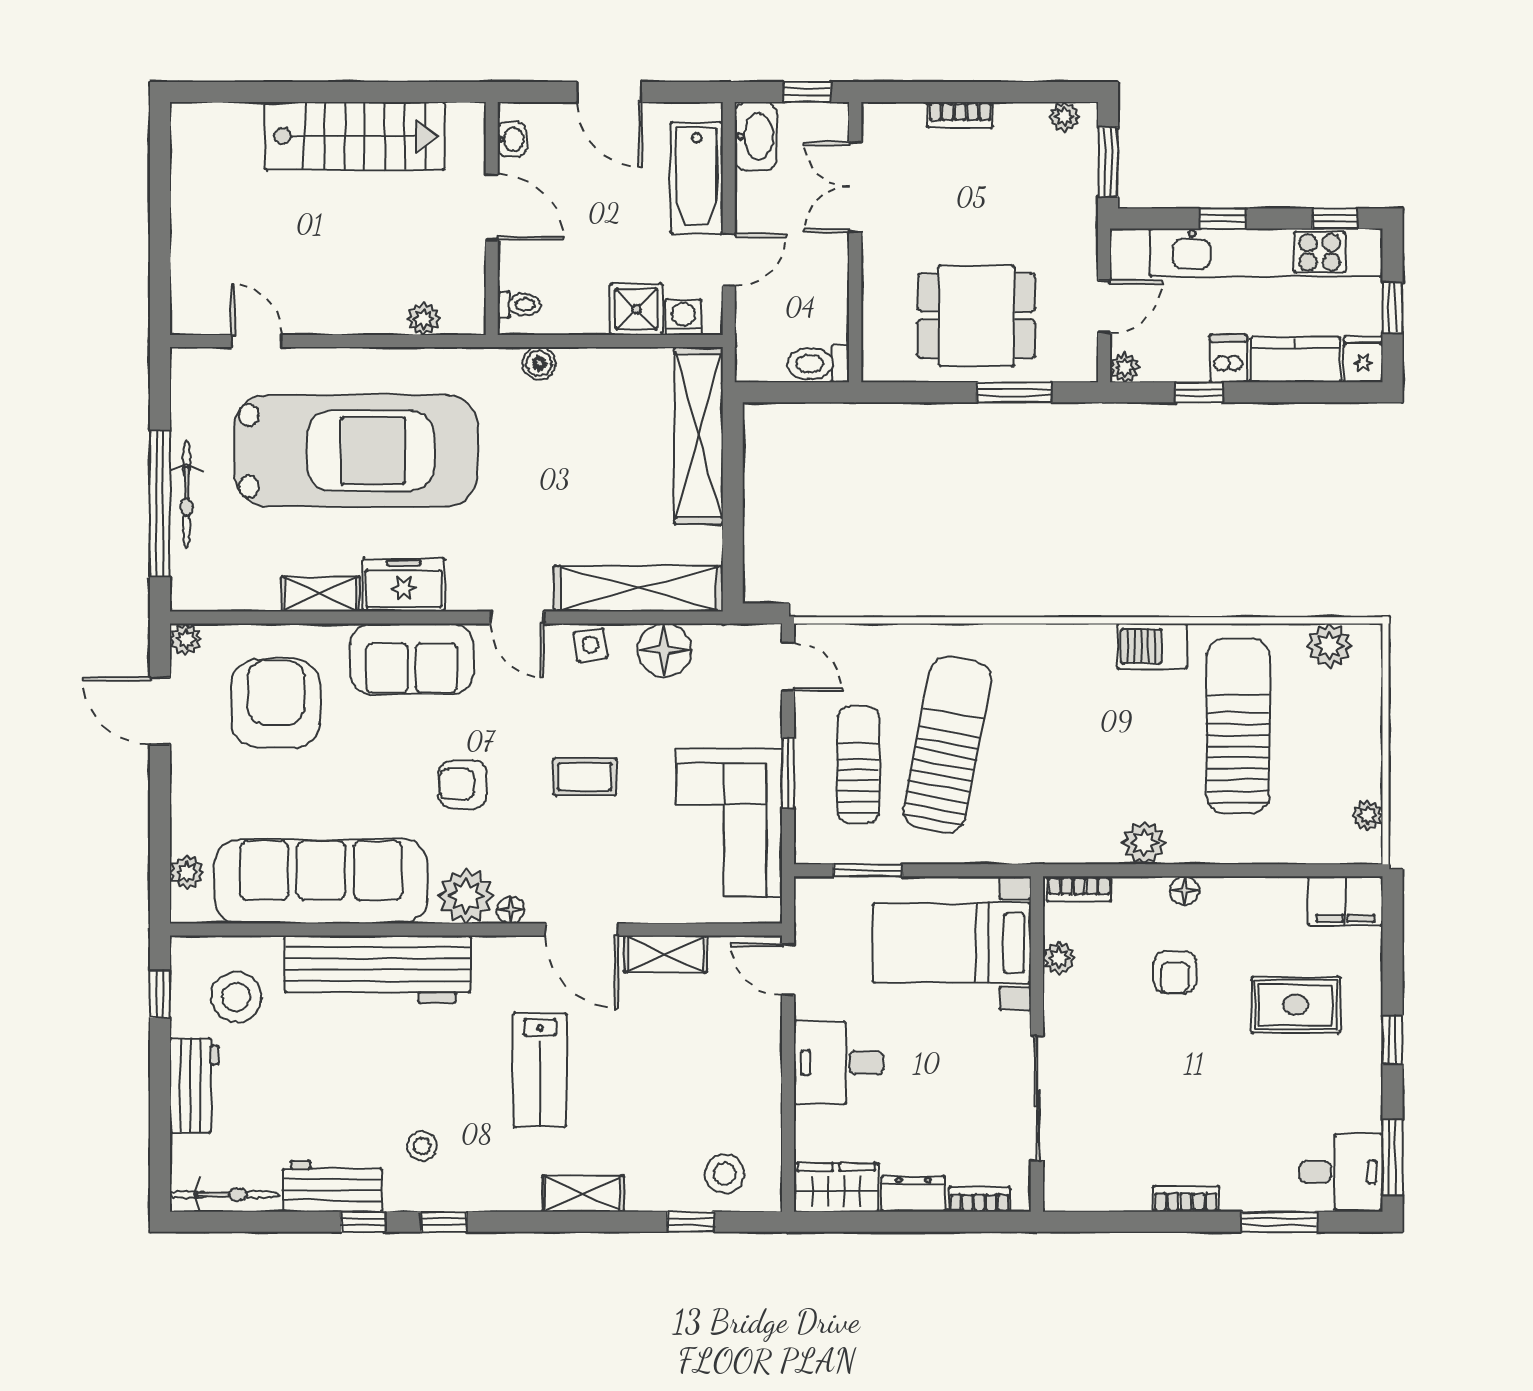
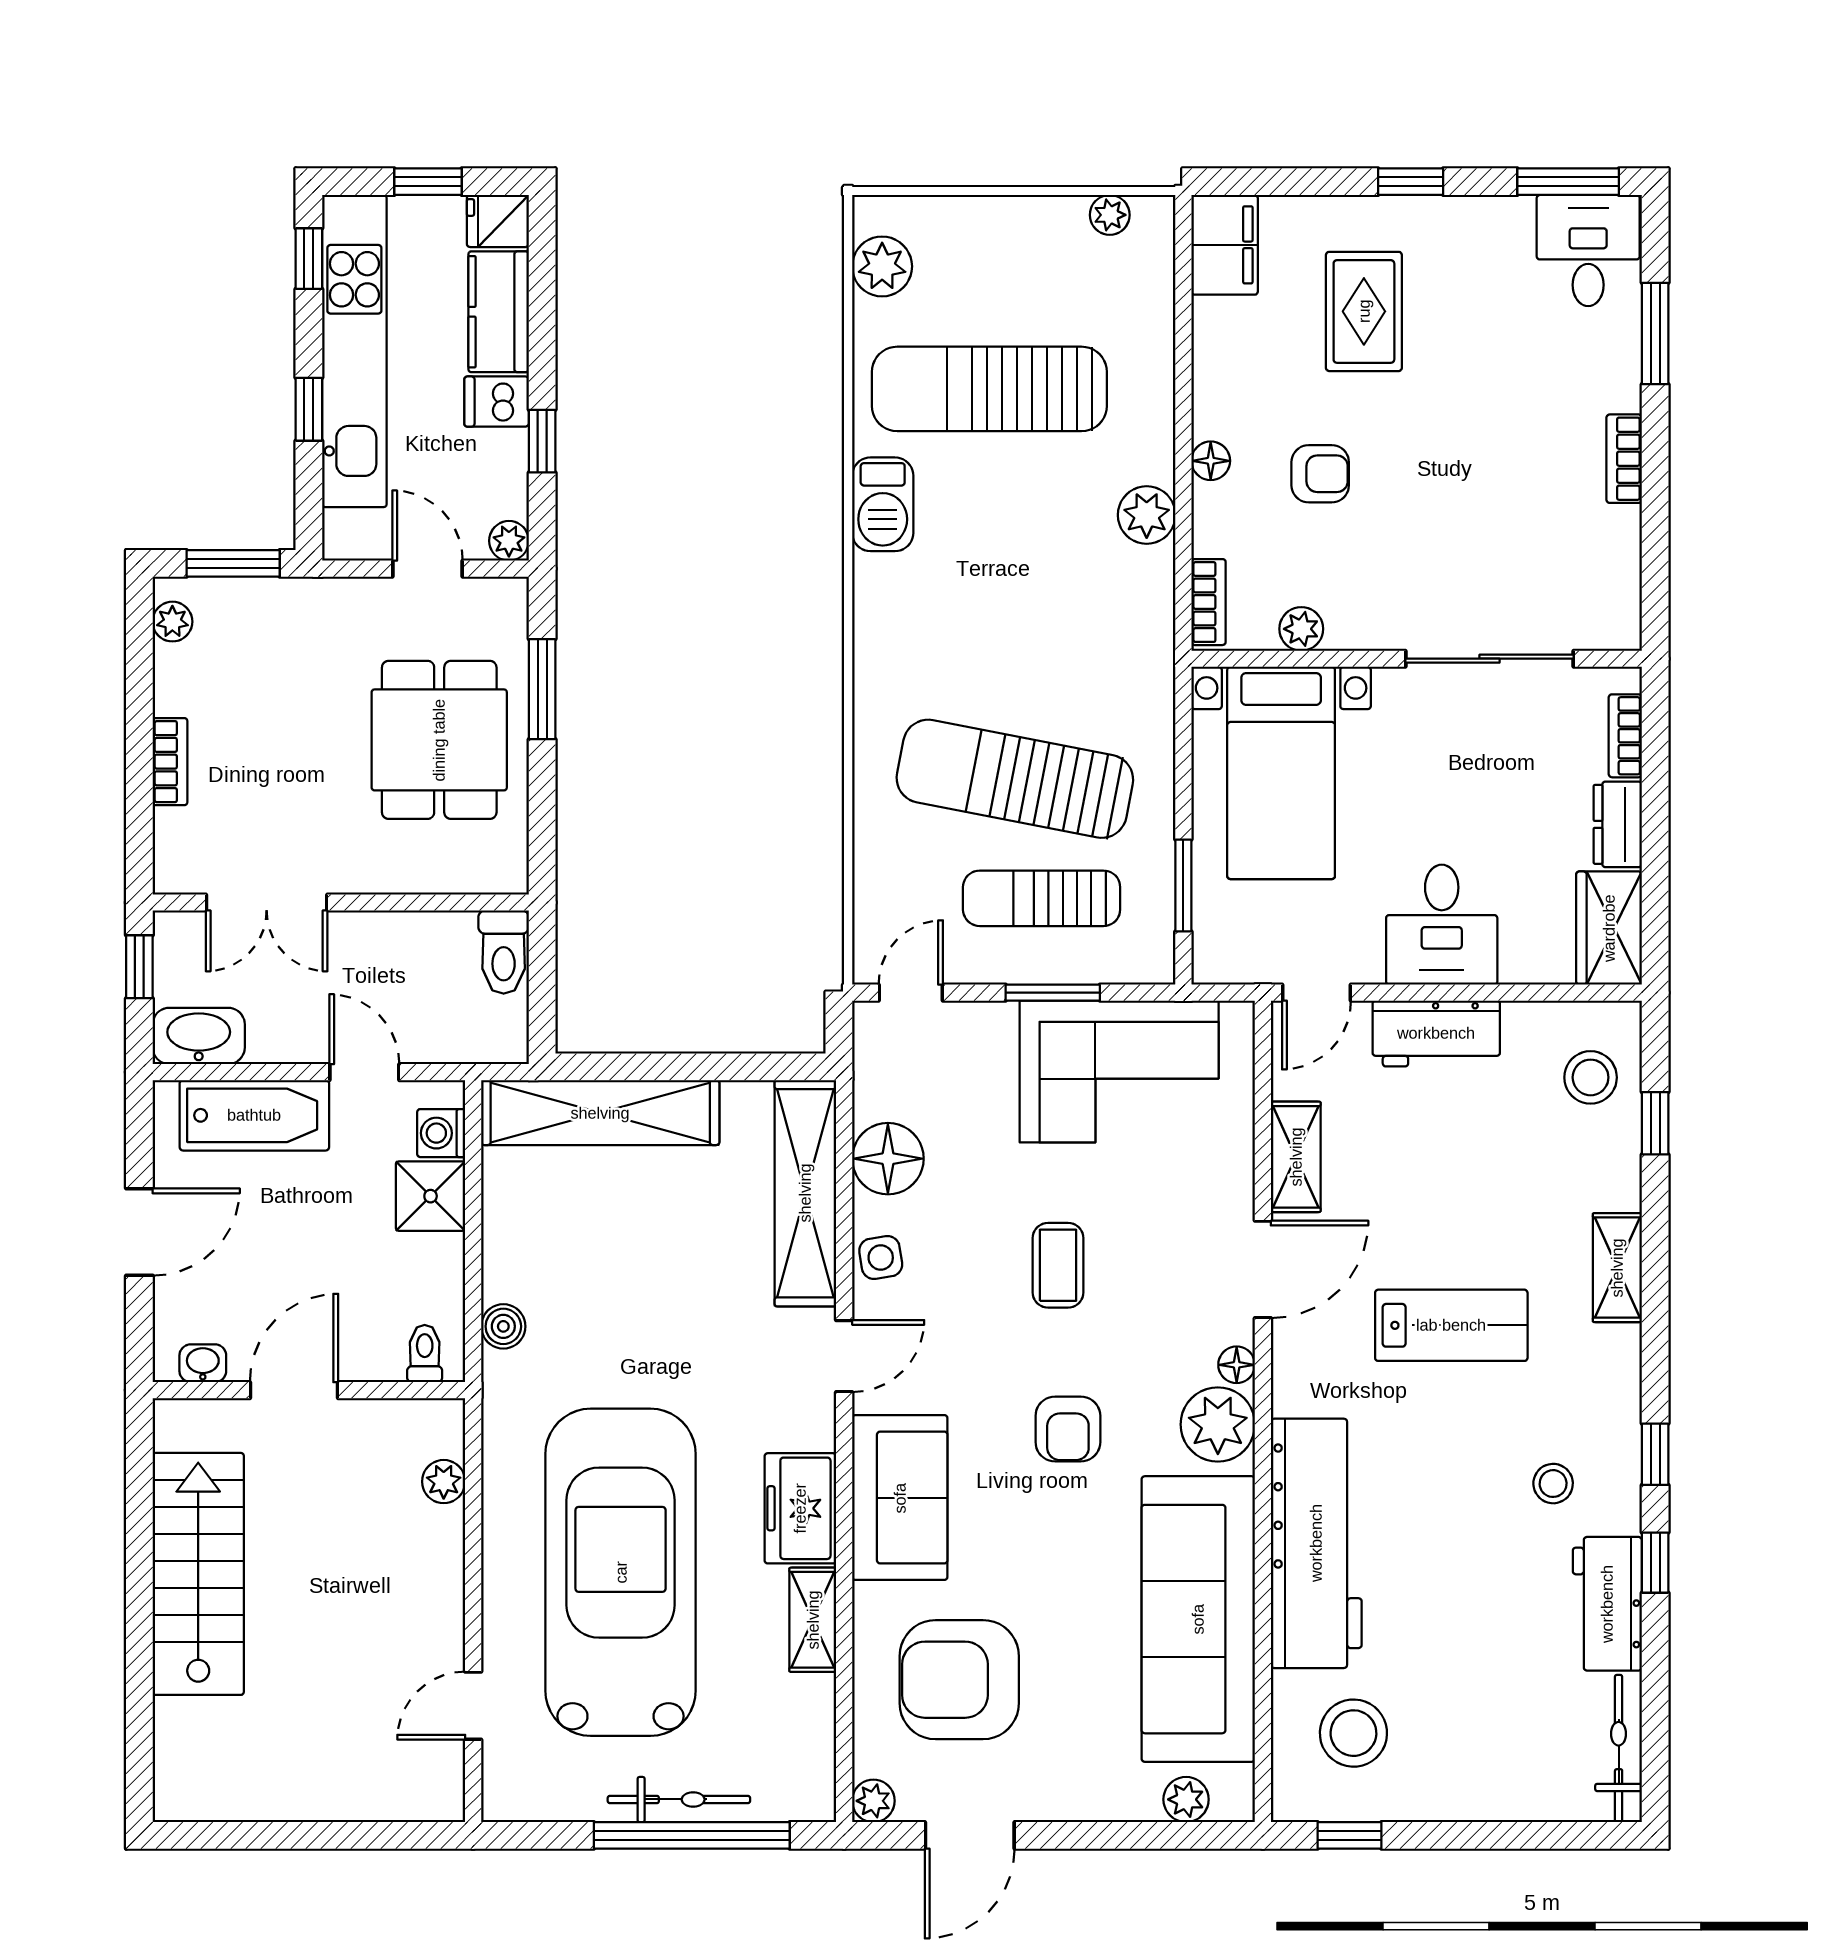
workbench: (194, 1085) -> (1436, 1033), moved, turned 180

